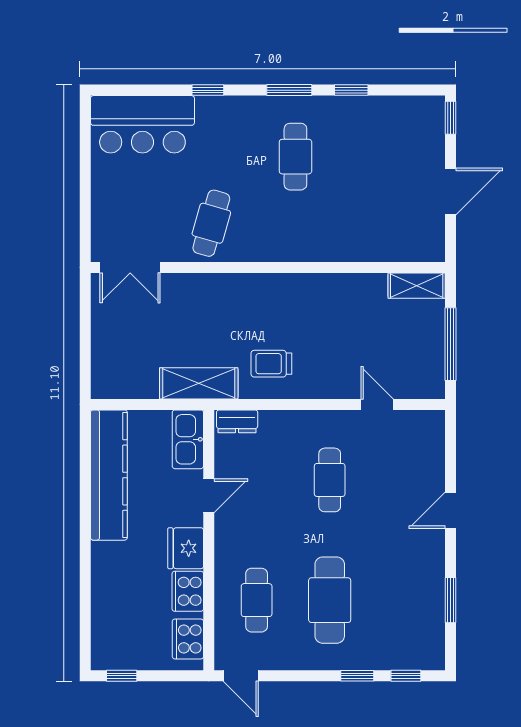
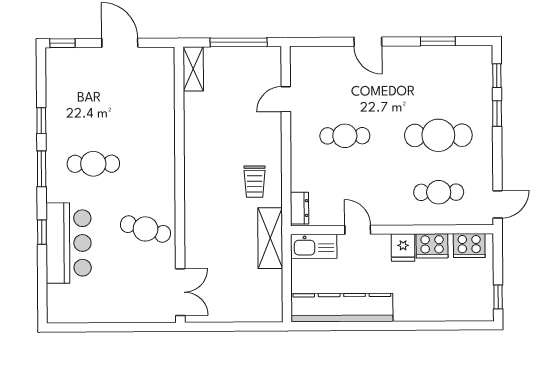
bar counter: (142, 124) -> (69, 243), moved
fridge: (186, 548) -> (403, 248), width x0.72

